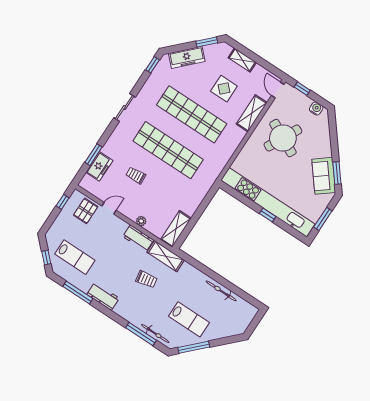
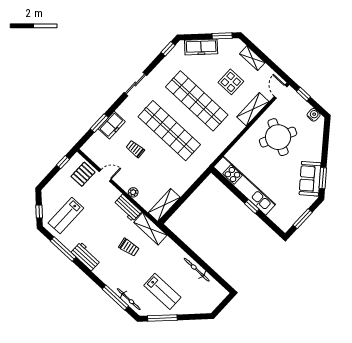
freezer: (99, 166) -> (112, 125), moved
kitchen unit: (268, 202) -> (244, 186), width x0.73
lab bench: (75, 257) -> (66, 216), turned 90

